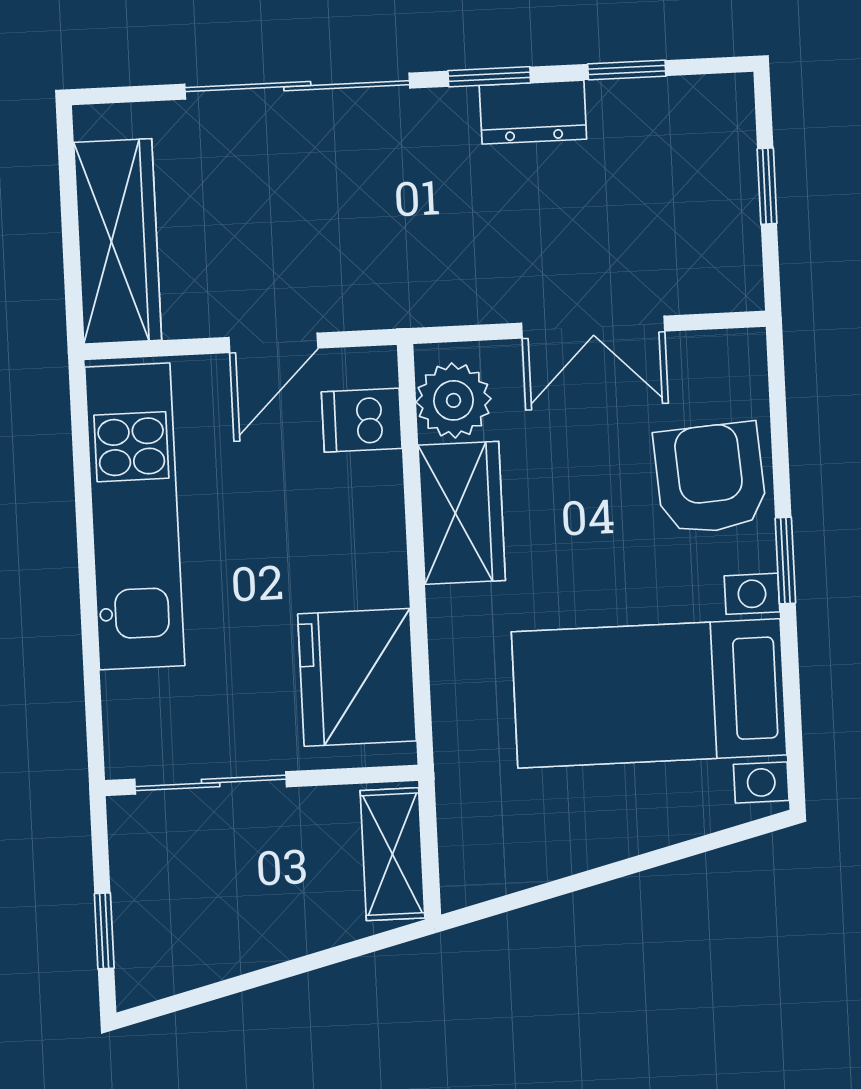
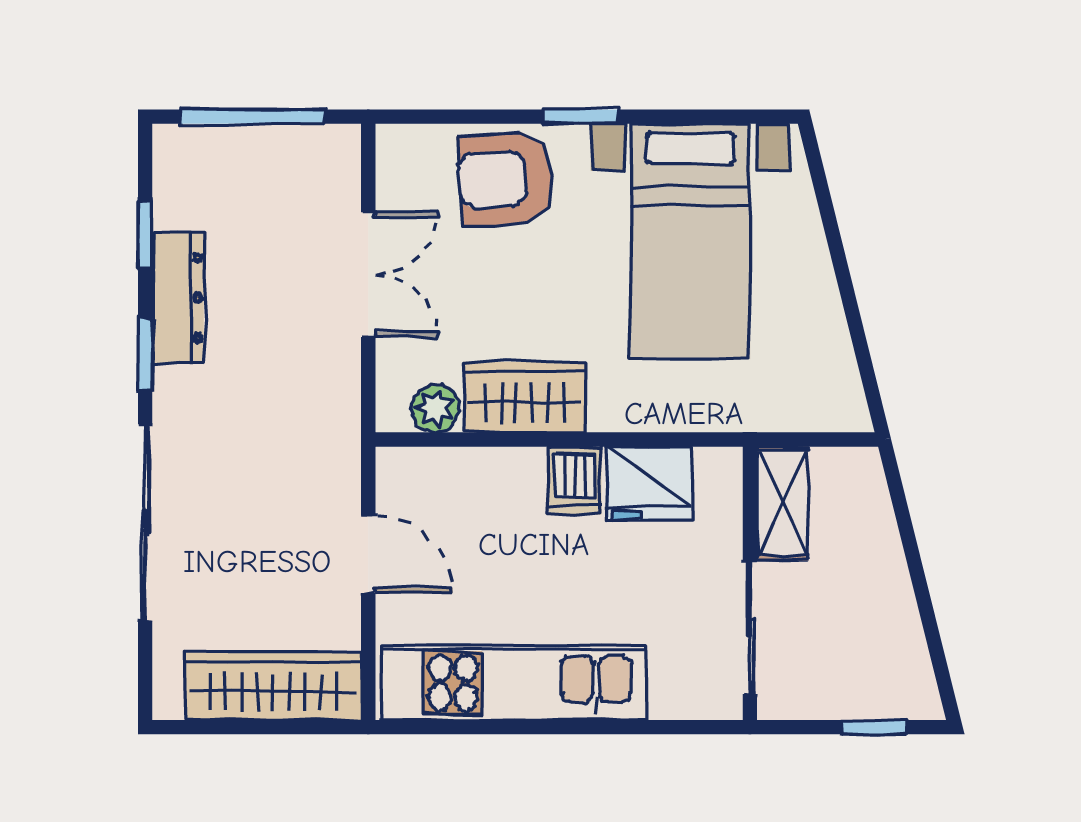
dresser: (533, 112) -> (178, 298), width x1.44
window: (767, 186) -> (253, 117), width x2.17
plant: (454, 400) -> (435, 409), width x0.73, depth x0.73
dishwasher: (362, 420) -> (575, 481), moved
fridge: (357, 677) -> (649, 483), width x0.73, depth x0.75
shelving: (393, 854) -> (782, 503), moved, turned 90

